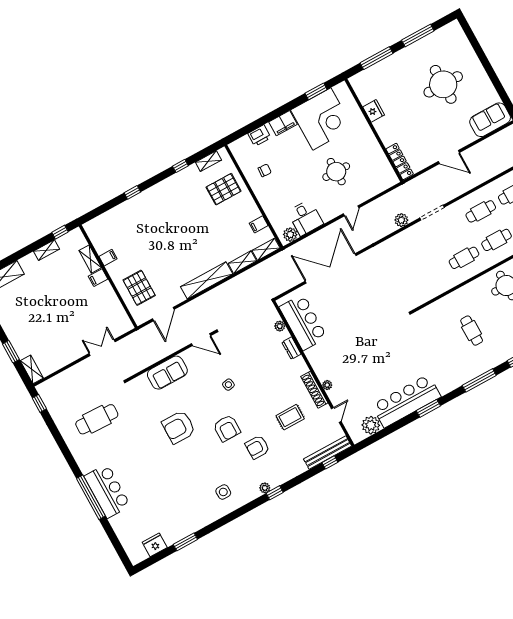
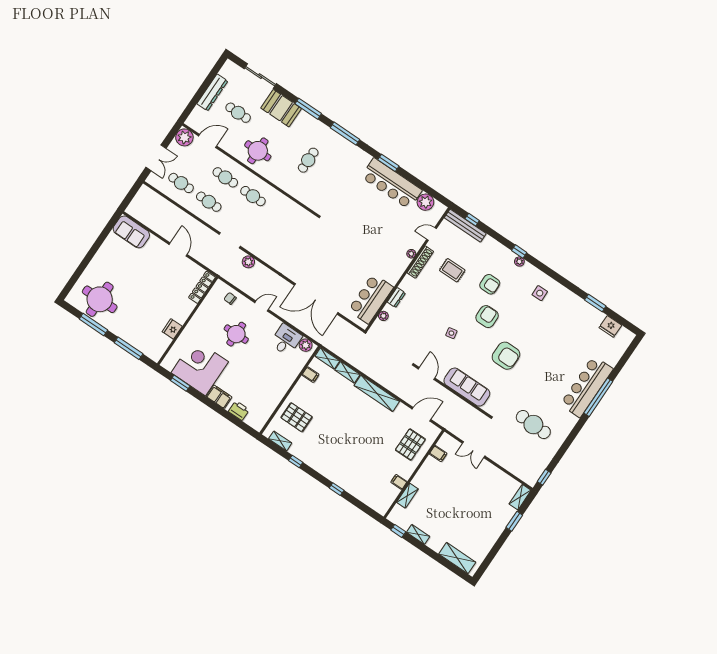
round table: (443, 84) -> (100, 299), moved
chair: (265, 170) -> (230, 298), moved
filing cabinet: (98, 278) -> (438, 454), moved
sofa: (167, 373) -> (467, 387), width x1.36
bar counter: (107, 491) -> (587, 387), width x1.36

